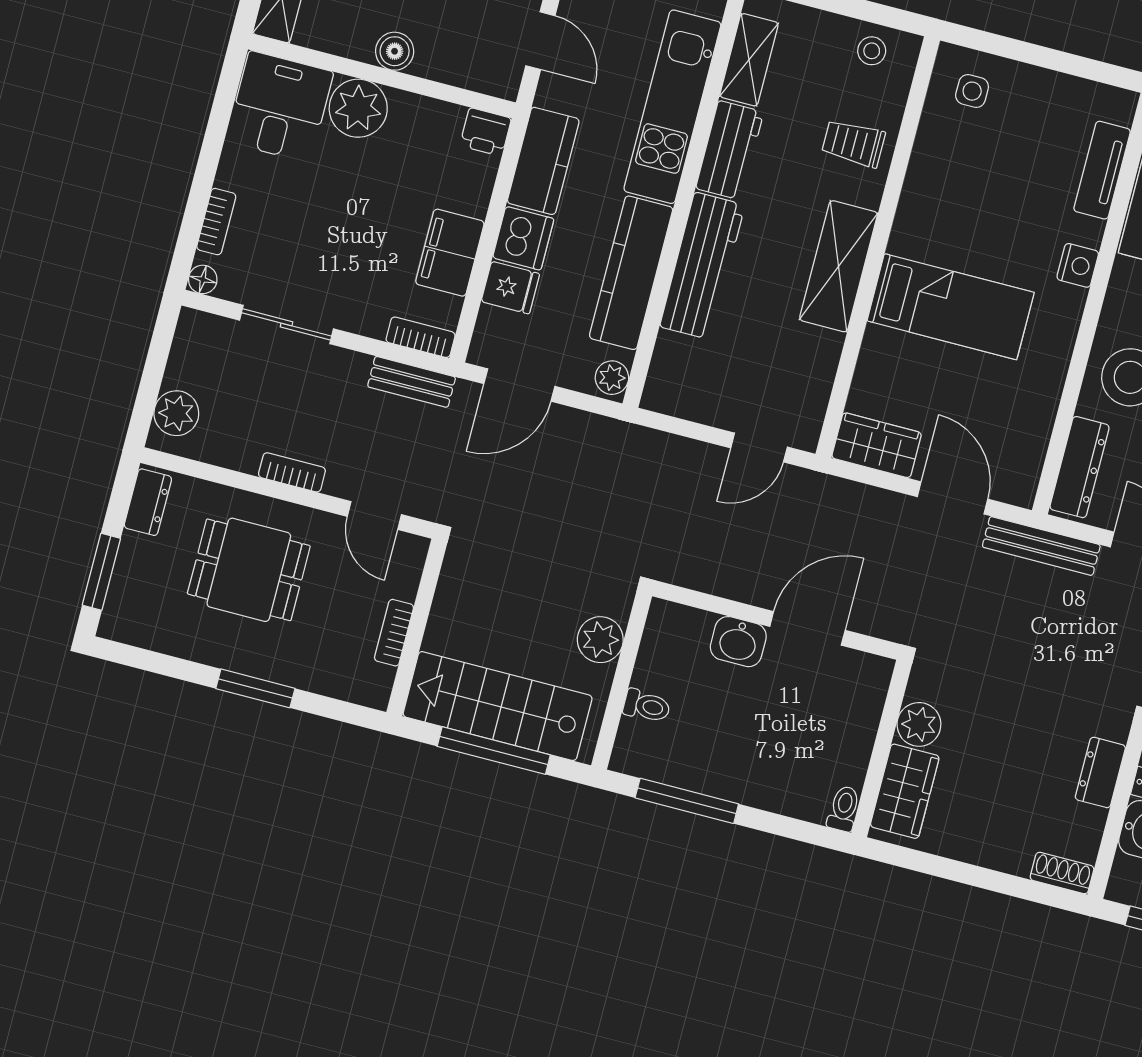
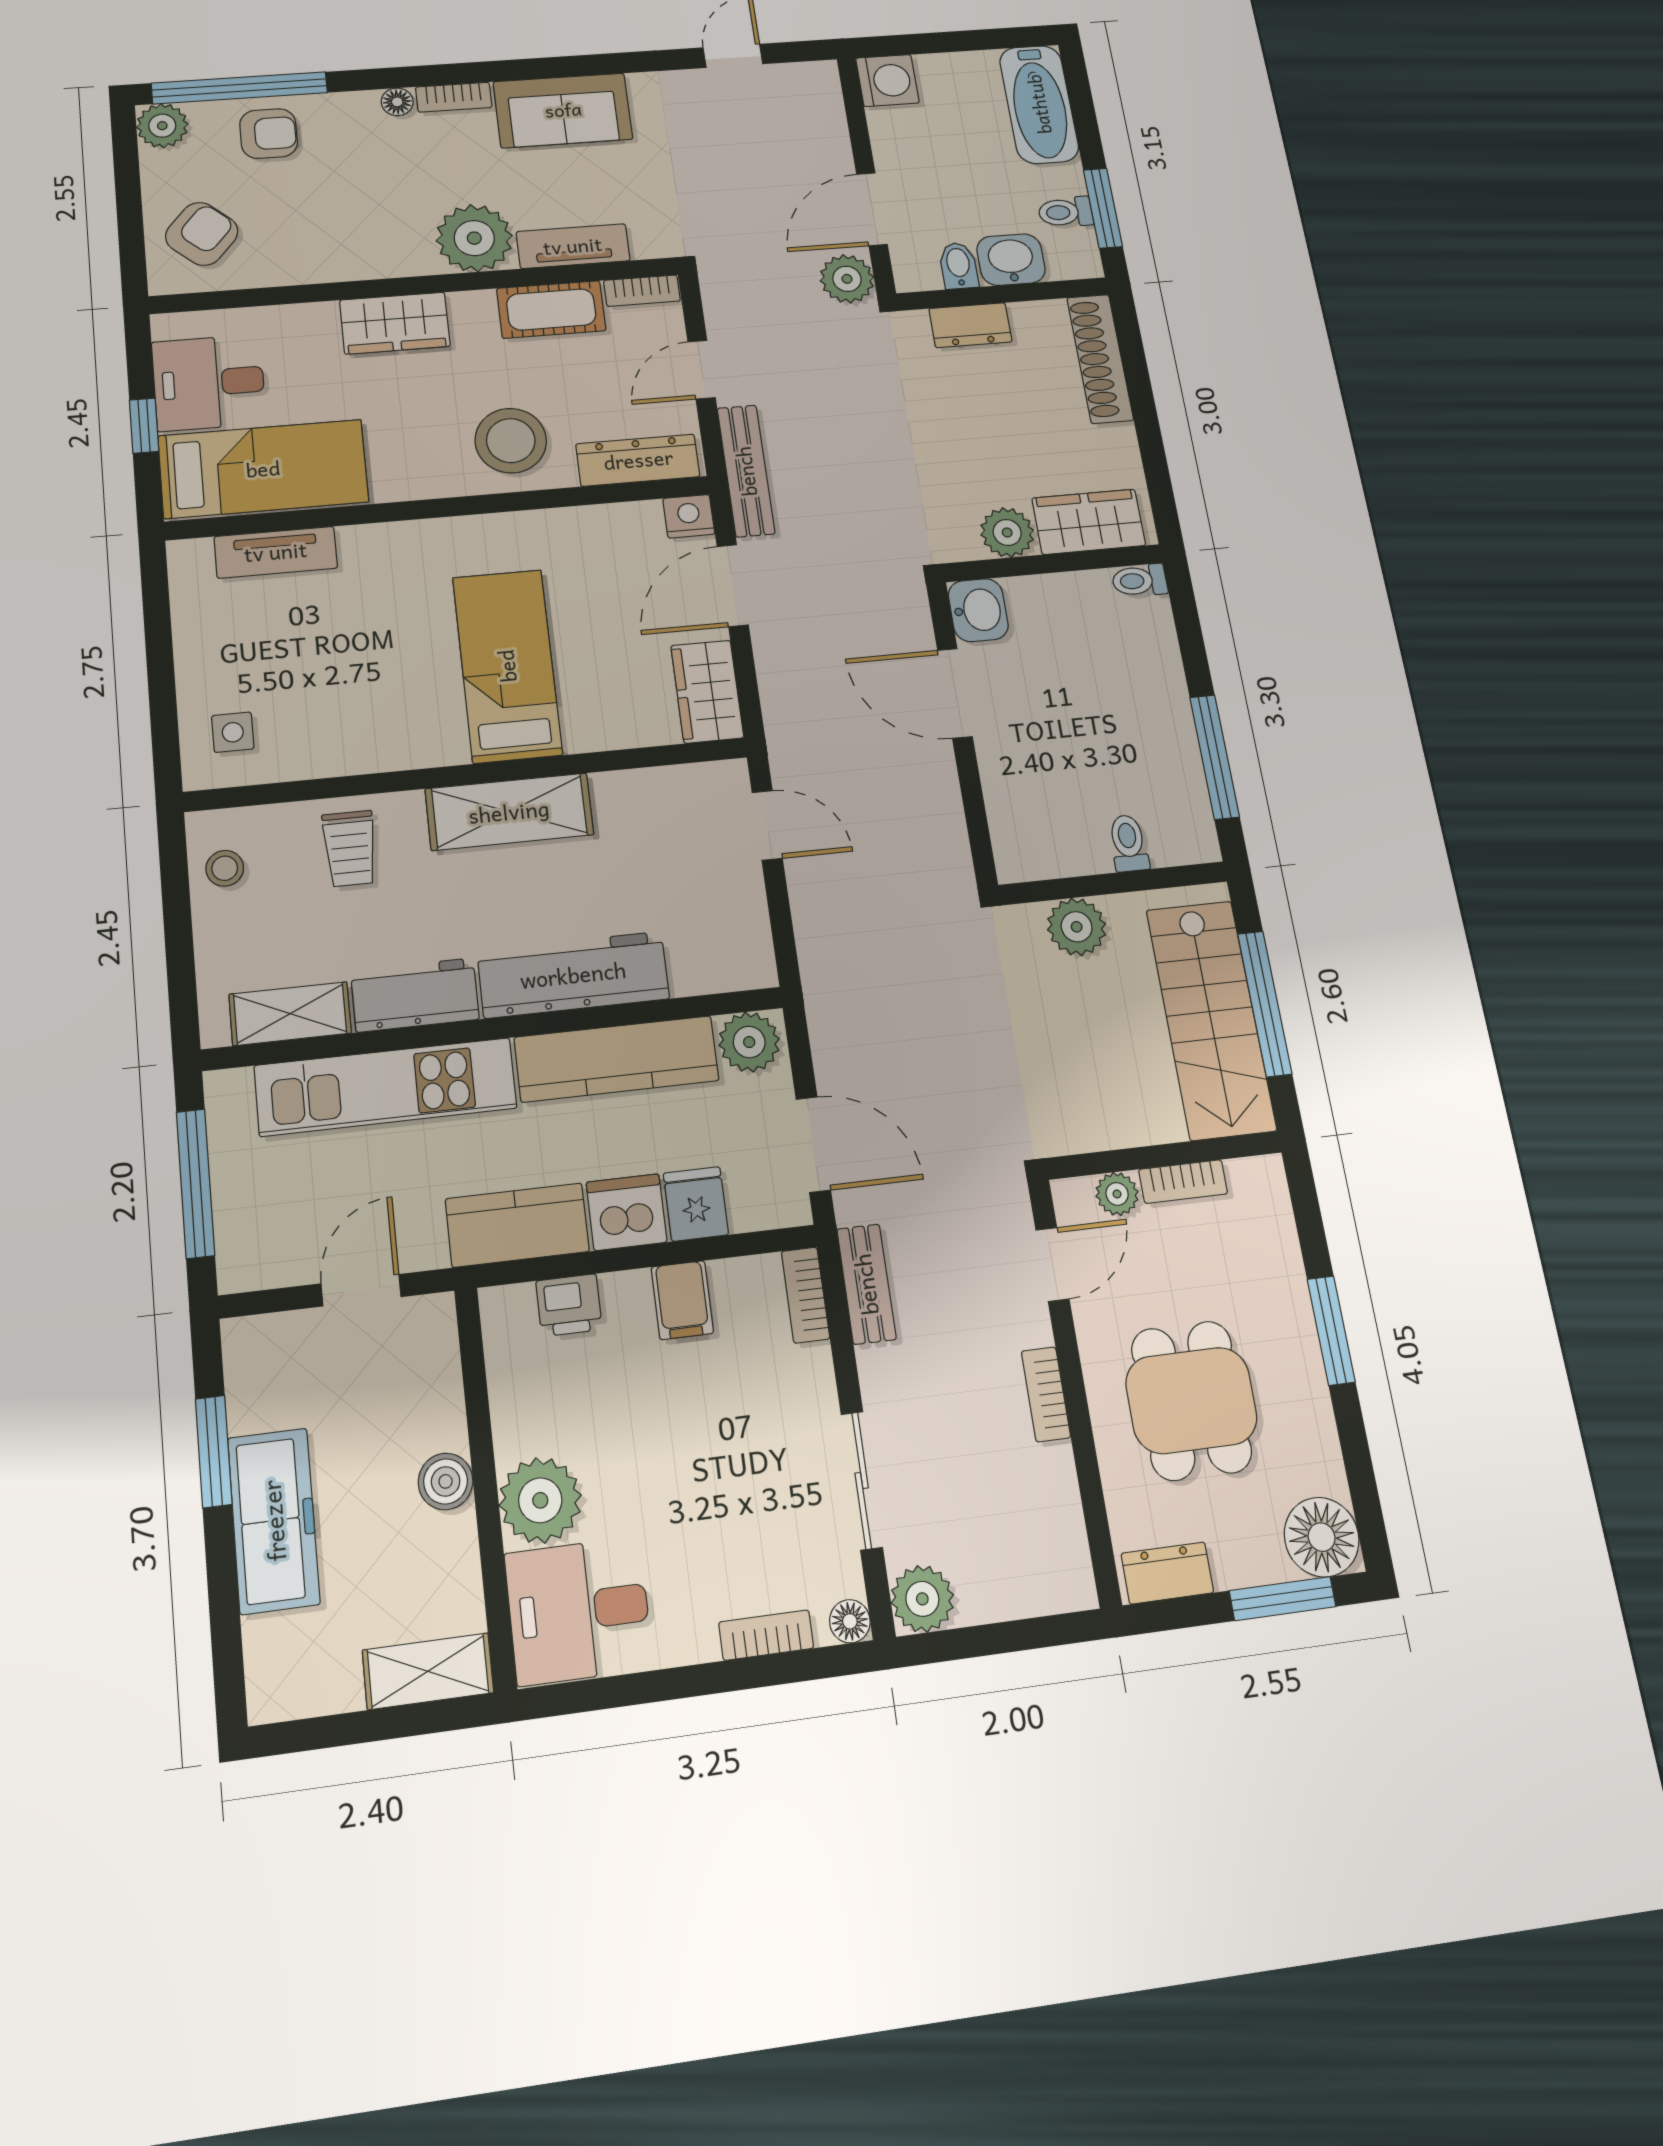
printer: (486, 132) -> (569, 1305), moved, turned 90
filing cabinet: (450, 253) -> (682, 1300), width x0.50
nightstand: (1078, 265) -> (689, 516), moved
plant: (612, 378) -> (749, 1042), width x1.38, depth x1.38
plant: (176, 413) -> (922, 1599), moved
plant: (404, 582) -> (1117, 1194), added
floor lamp: (128, 617) -> (1322, 1537), added
washbasin: (738, 642) -> (978, 610), moved
shoe rack: (1062, 873) -> (1100, 359), width x1.94, depth x1.24

